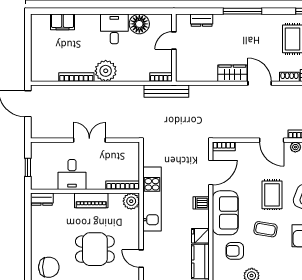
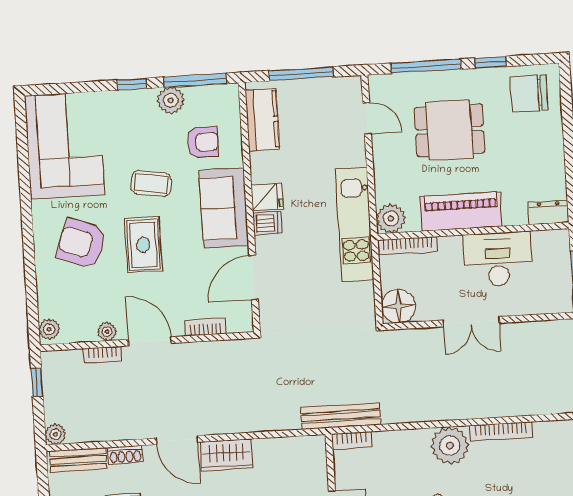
bookcase: (224, 146) -> (205, 327), moved
floor lamp: (130, 151) -> (399, 306), added
desk: (72, 174) -> (498, 259), width x1.37
piano: (91, 200) -> (461, 211), width x1.37, depth x1.33
fridge: (200, 236) -> (267, 197), moved

